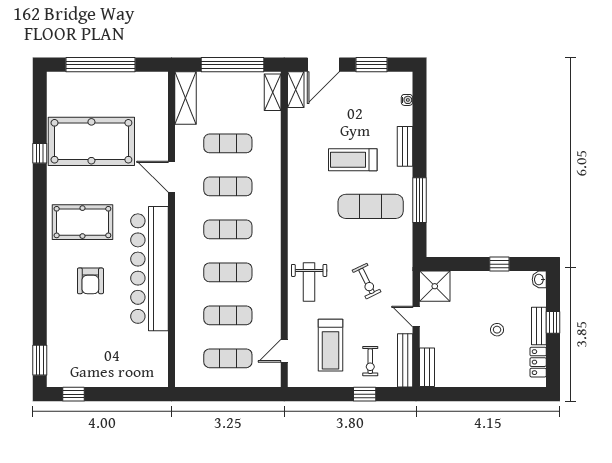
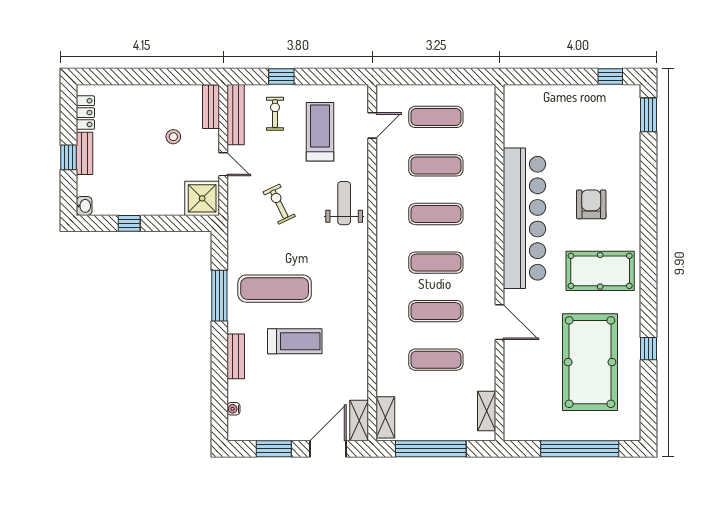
shelving: (186, 98) -> (487, 411), width x0.67, depth x0.75
pool table: (91, 141) -> (590, 362), turned 90
stool: (497, 330) -> (173, 137), moved

